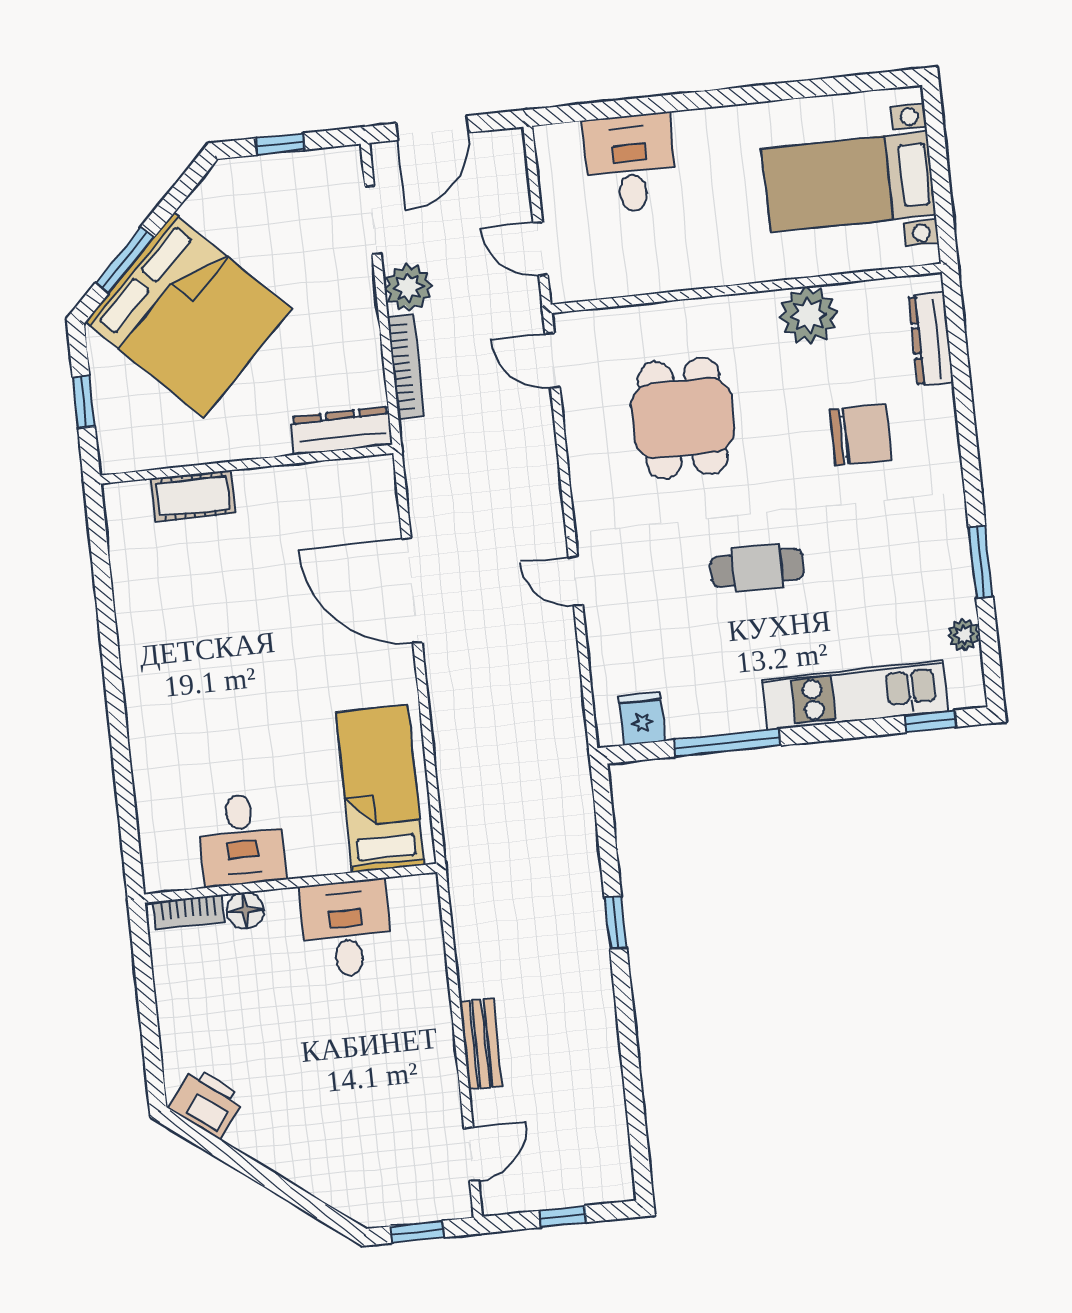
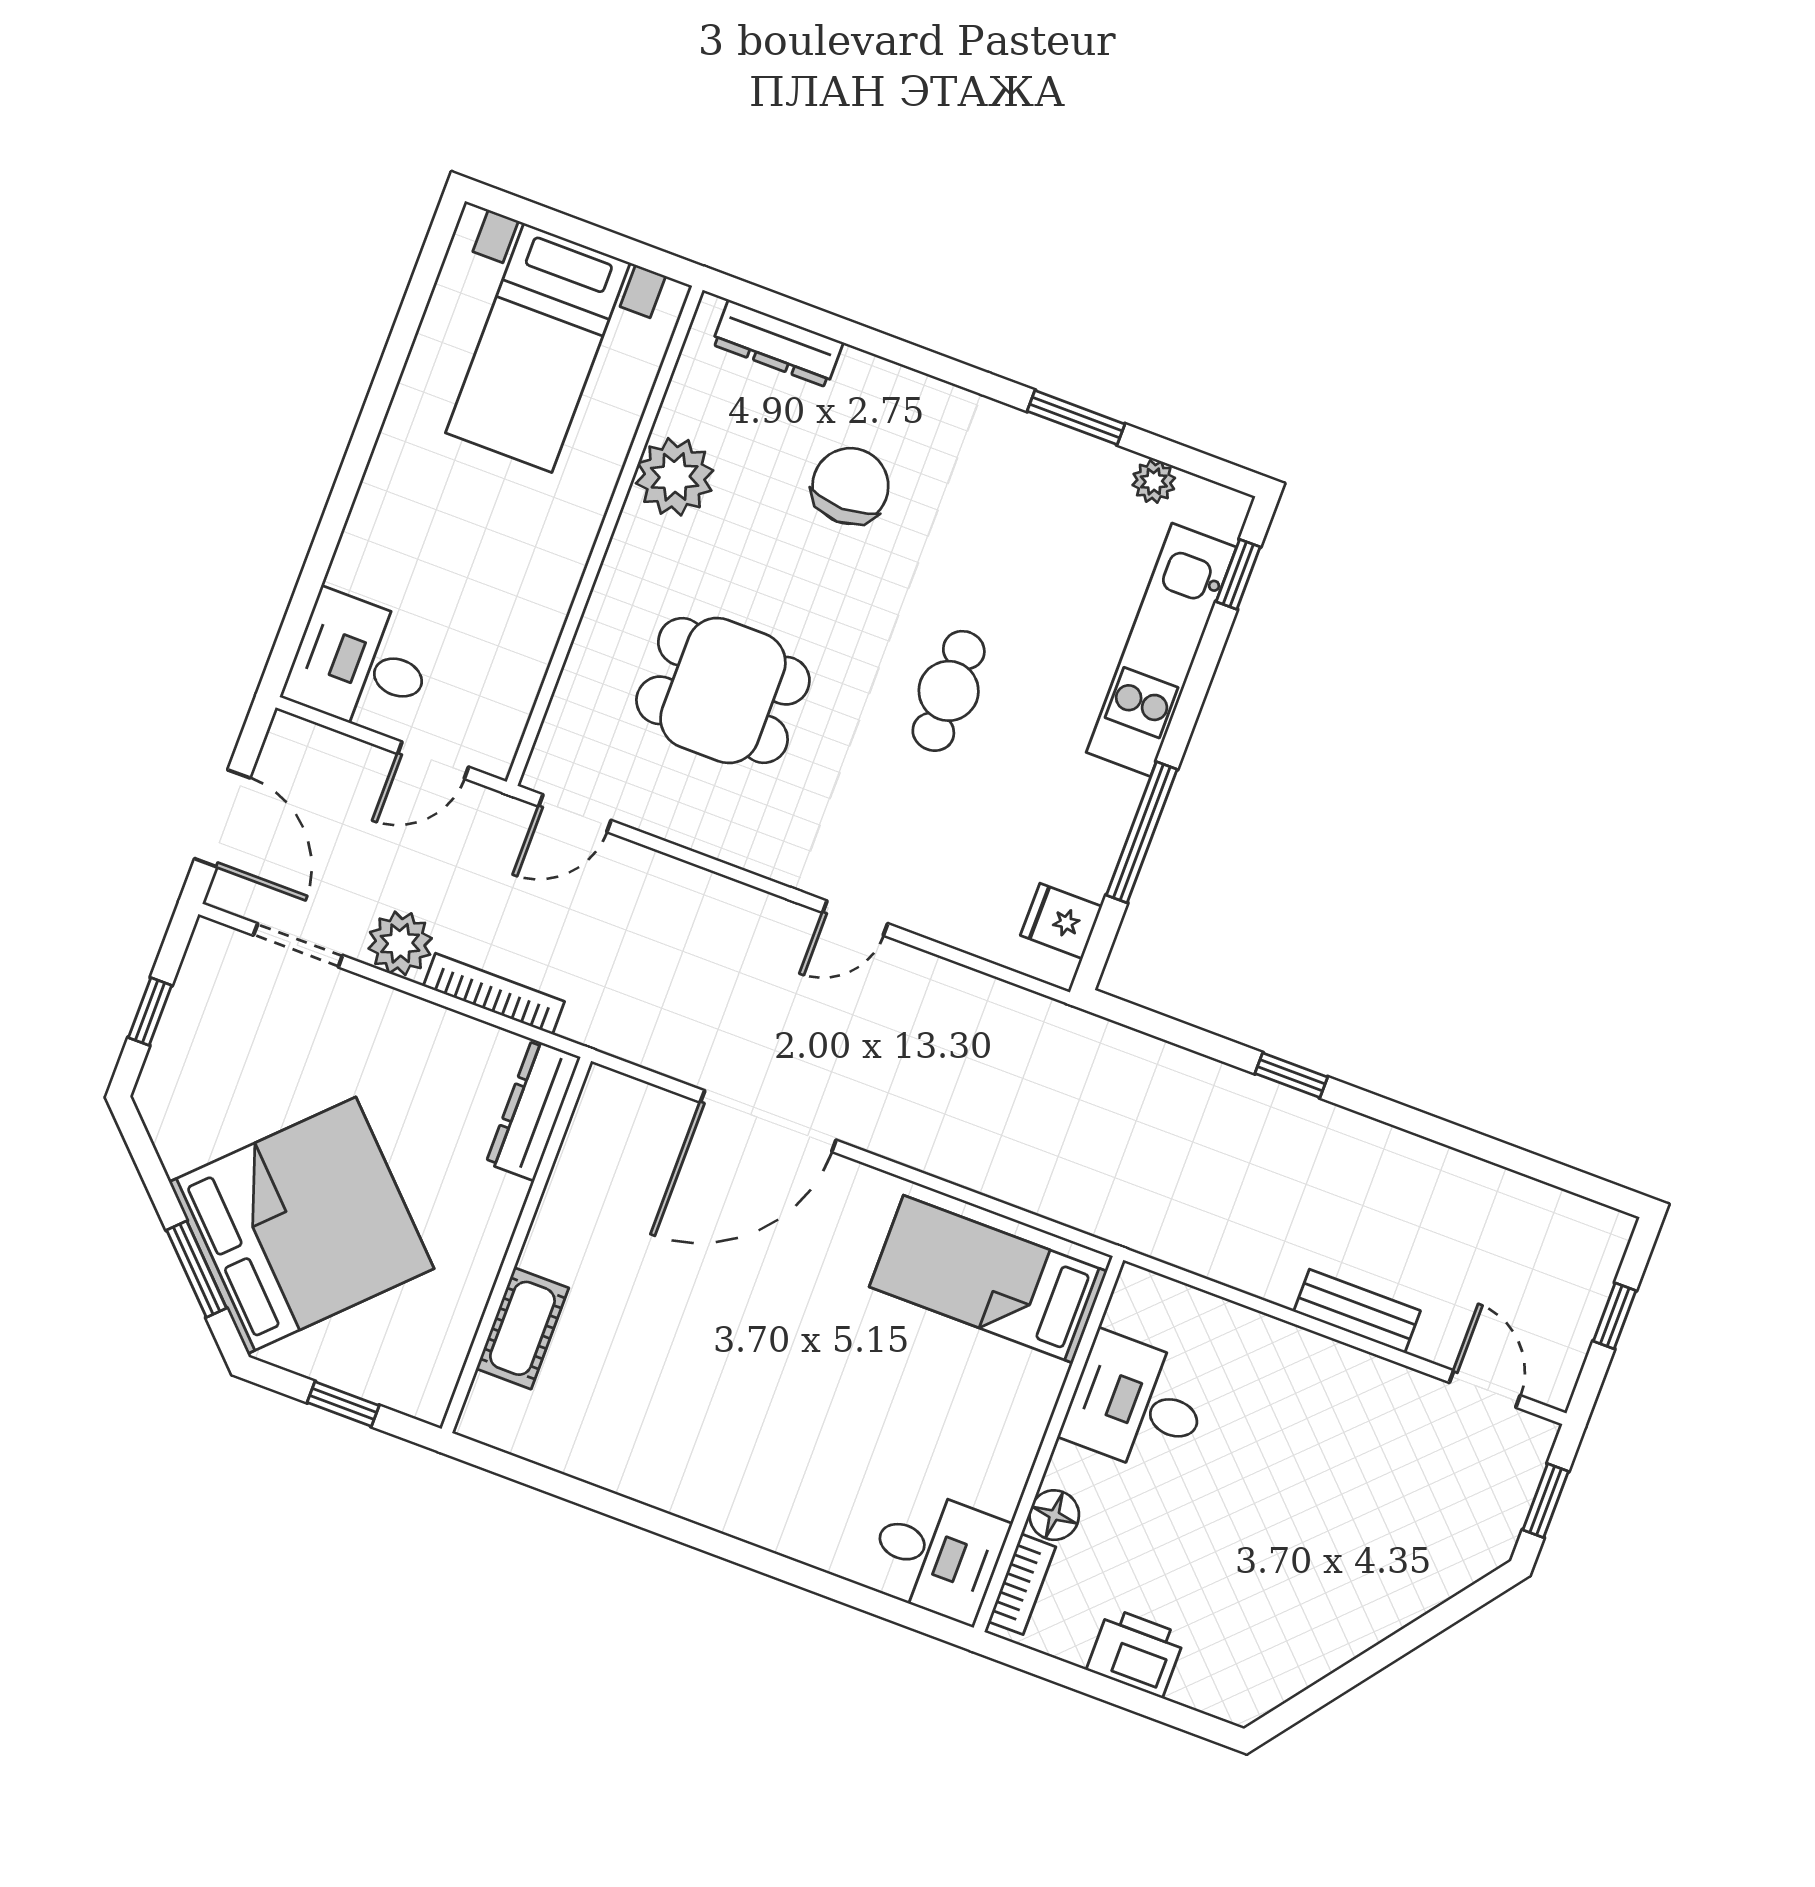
desk: (630, 163) -> (361, 664), moved
desk: (242, 839) -> (937, 1555), moved
printer: (207, 1103) -> (1136, 1653), moved, turned 53

